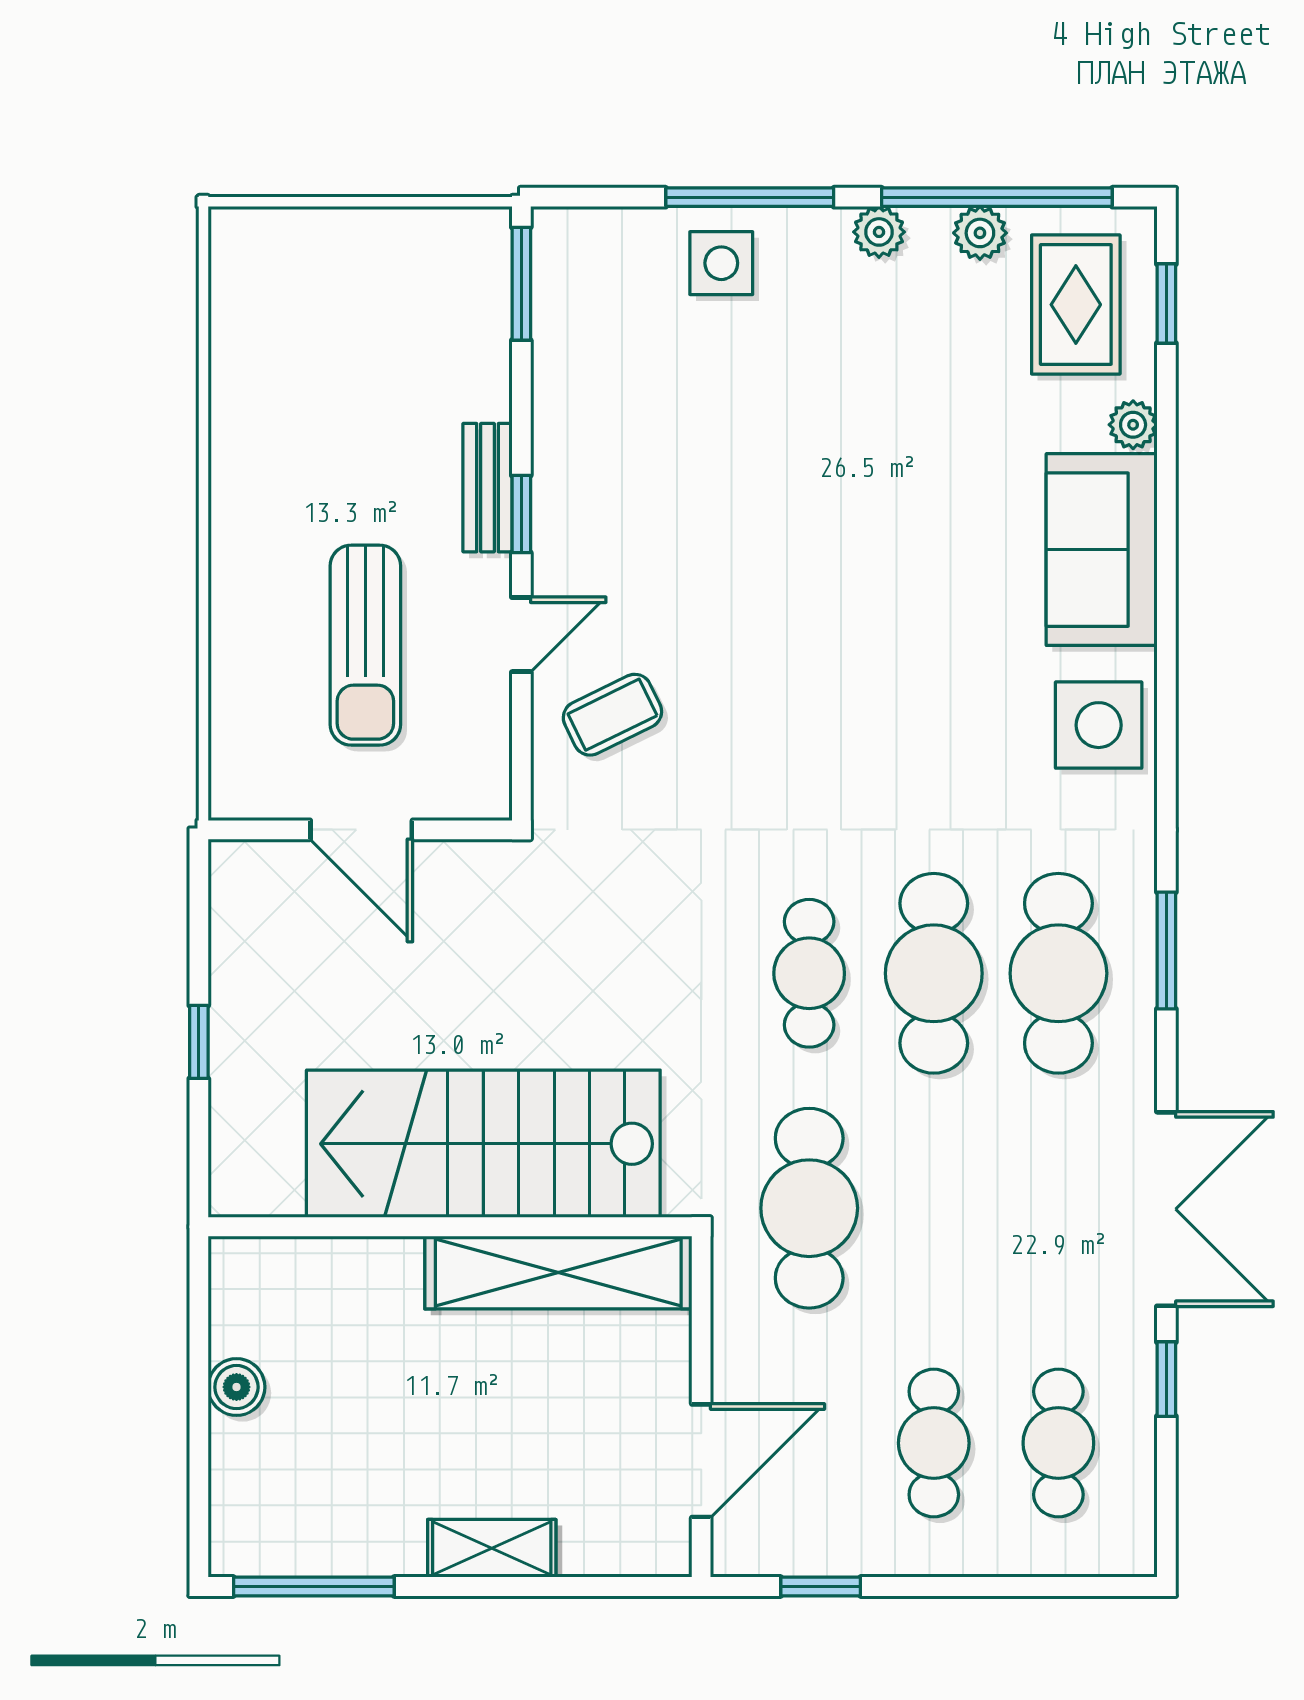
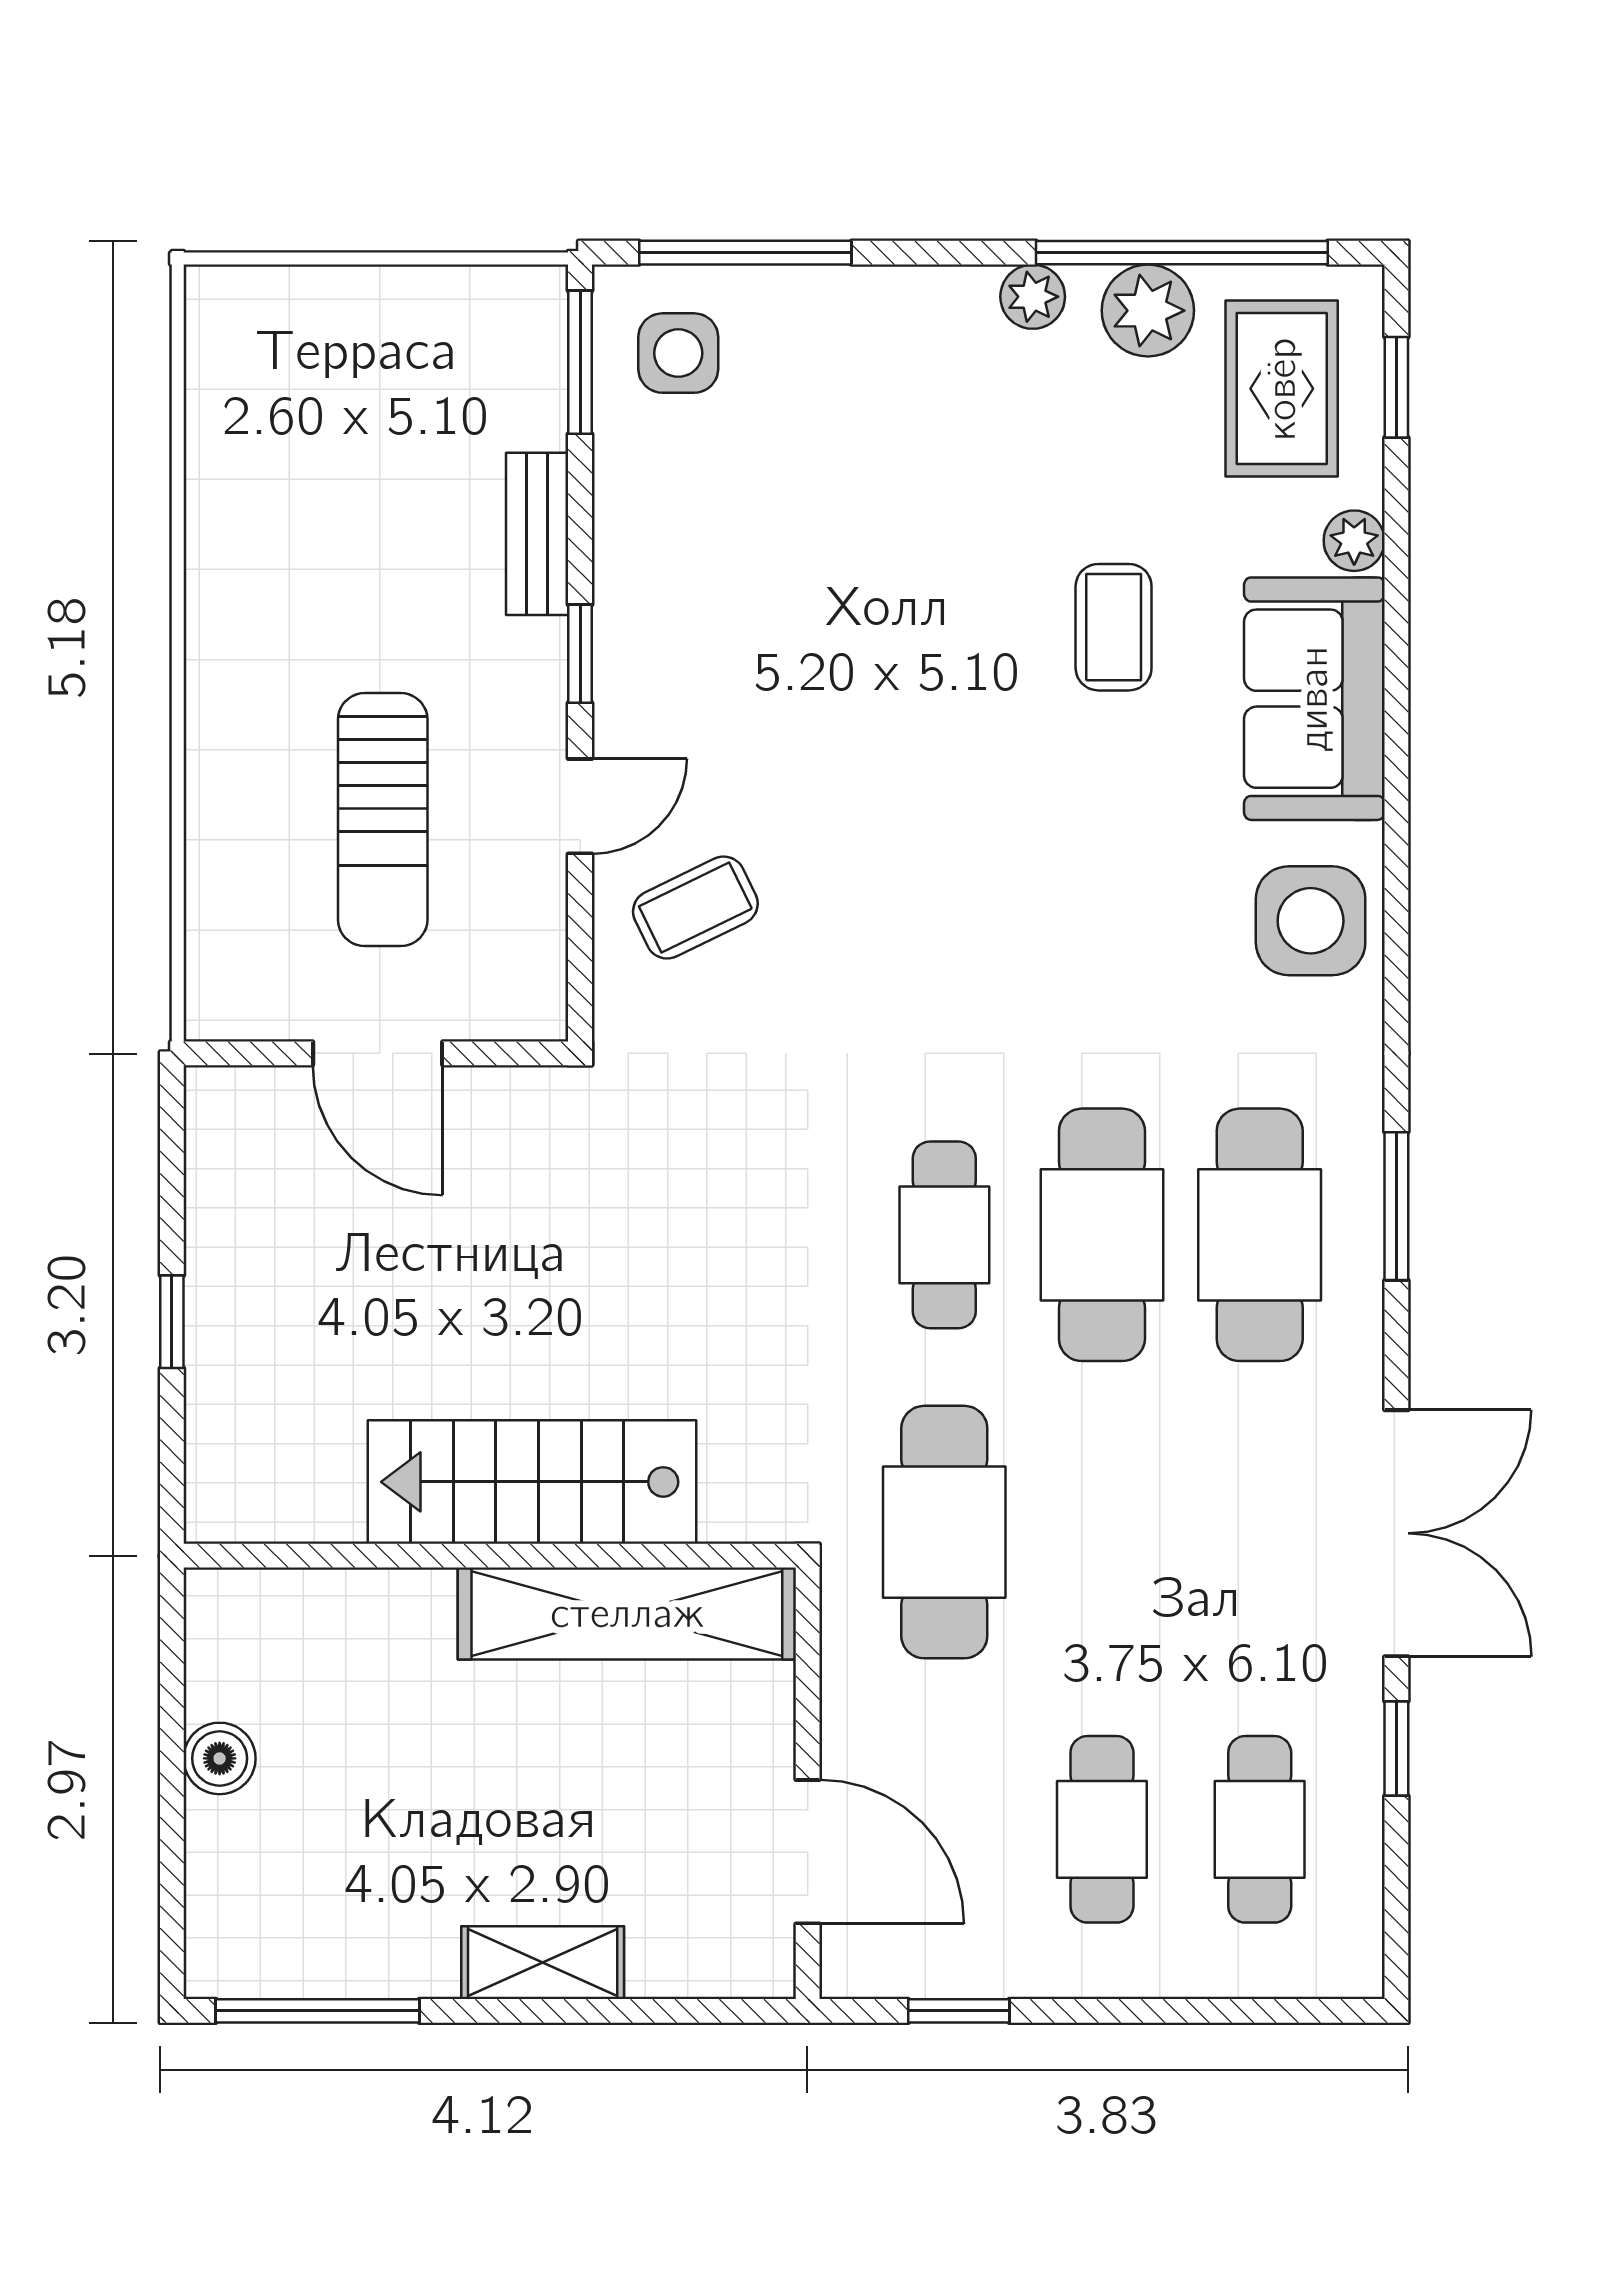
window: (750, 197) -> (745, 253), moved
plant: (980, 233) -> (1148, 311), width x1.38, depth x1.38
side table: (721, 263) -> (678, 353), moved
bench: (488, 488) -> (537, 534), moved
coffee table: (943, 493) -> (1114, 627), added
stairs: (483, 1144) -> (532, 1482), width x0.73, depth x0.66
door: (701, 1461) -> (808, 1852), hinge flipped

